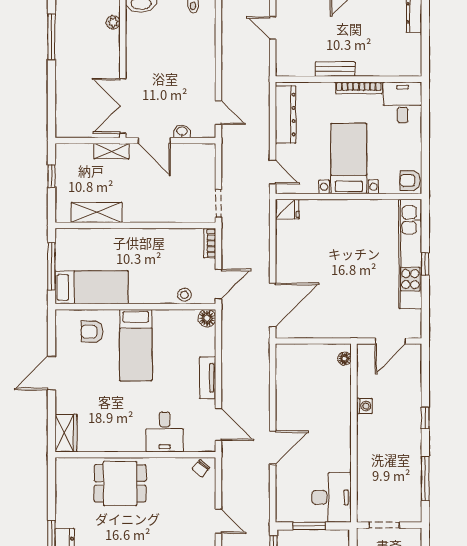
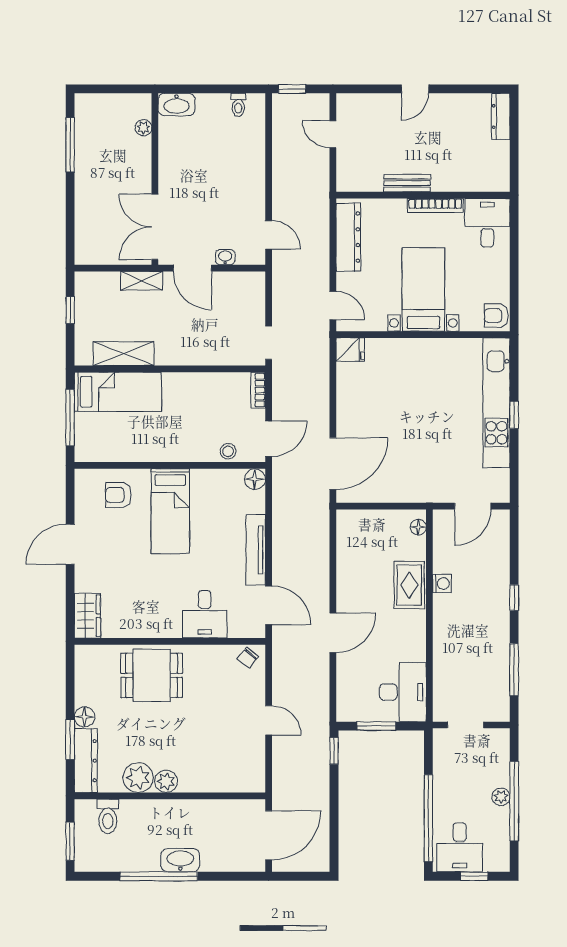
bed: (92, 287) -> (118, 392), moved
tv unit: (208, 378) -> (256, 550), width x1.41
rug: (337, 407) -> (409, 585), added
floor lamp: (64, 518) -> (85, 717), added

